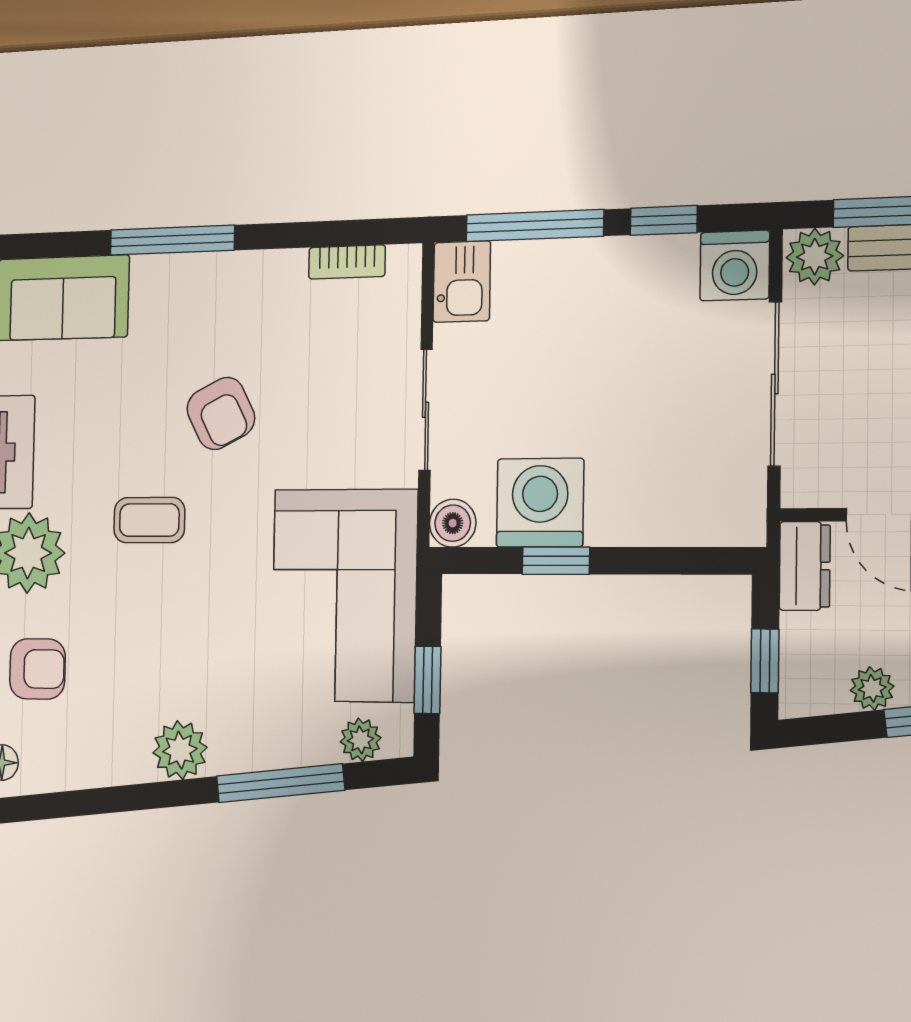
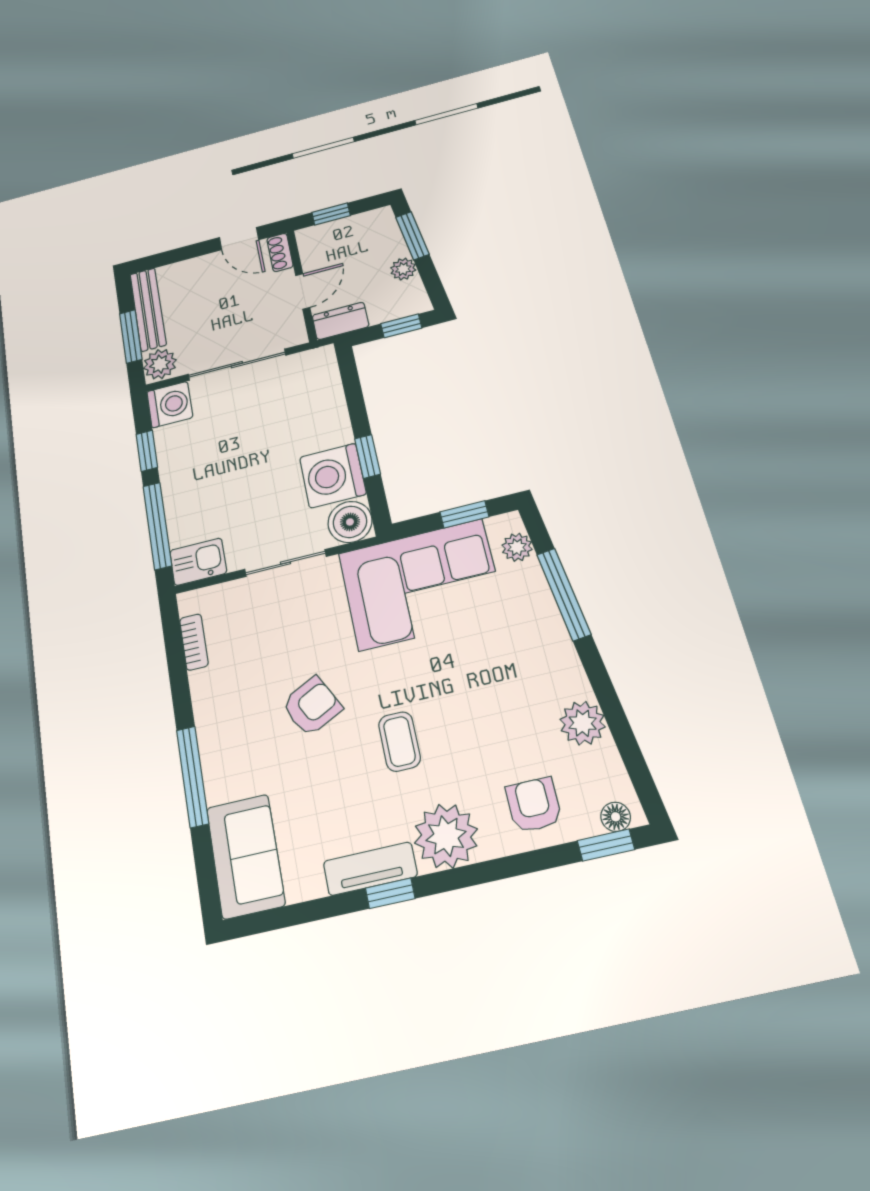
boiler: (453, 523) -> (350, 522), width x1.36, depth x1.36
plant: (180, 750) -> (583, 723), moved

